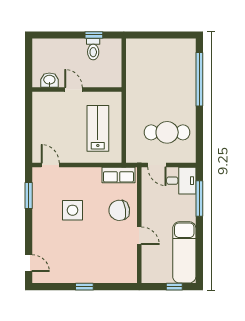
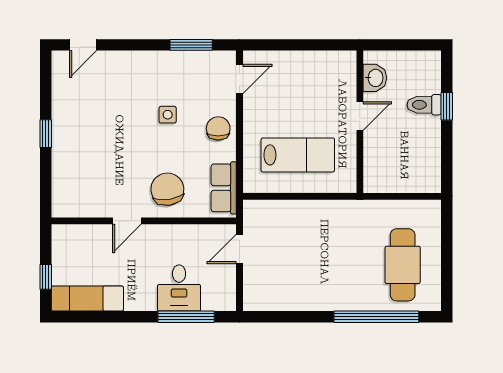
window: (94, 35) -> (447, 106), moved
toilet: (93, 49) -> (424, 105), moved
cafe table: (167, 132) -> (403, 265), moved
chair: (81, 178) -> (218, 128), added
desk: (181, 181) -> (179, 288), moved
side table: (73, 210) -> (168, 115), width x0.54, depth x0.54
exam couch: (184, 252) -> (87, 299), width x0.73, depth x0.69

